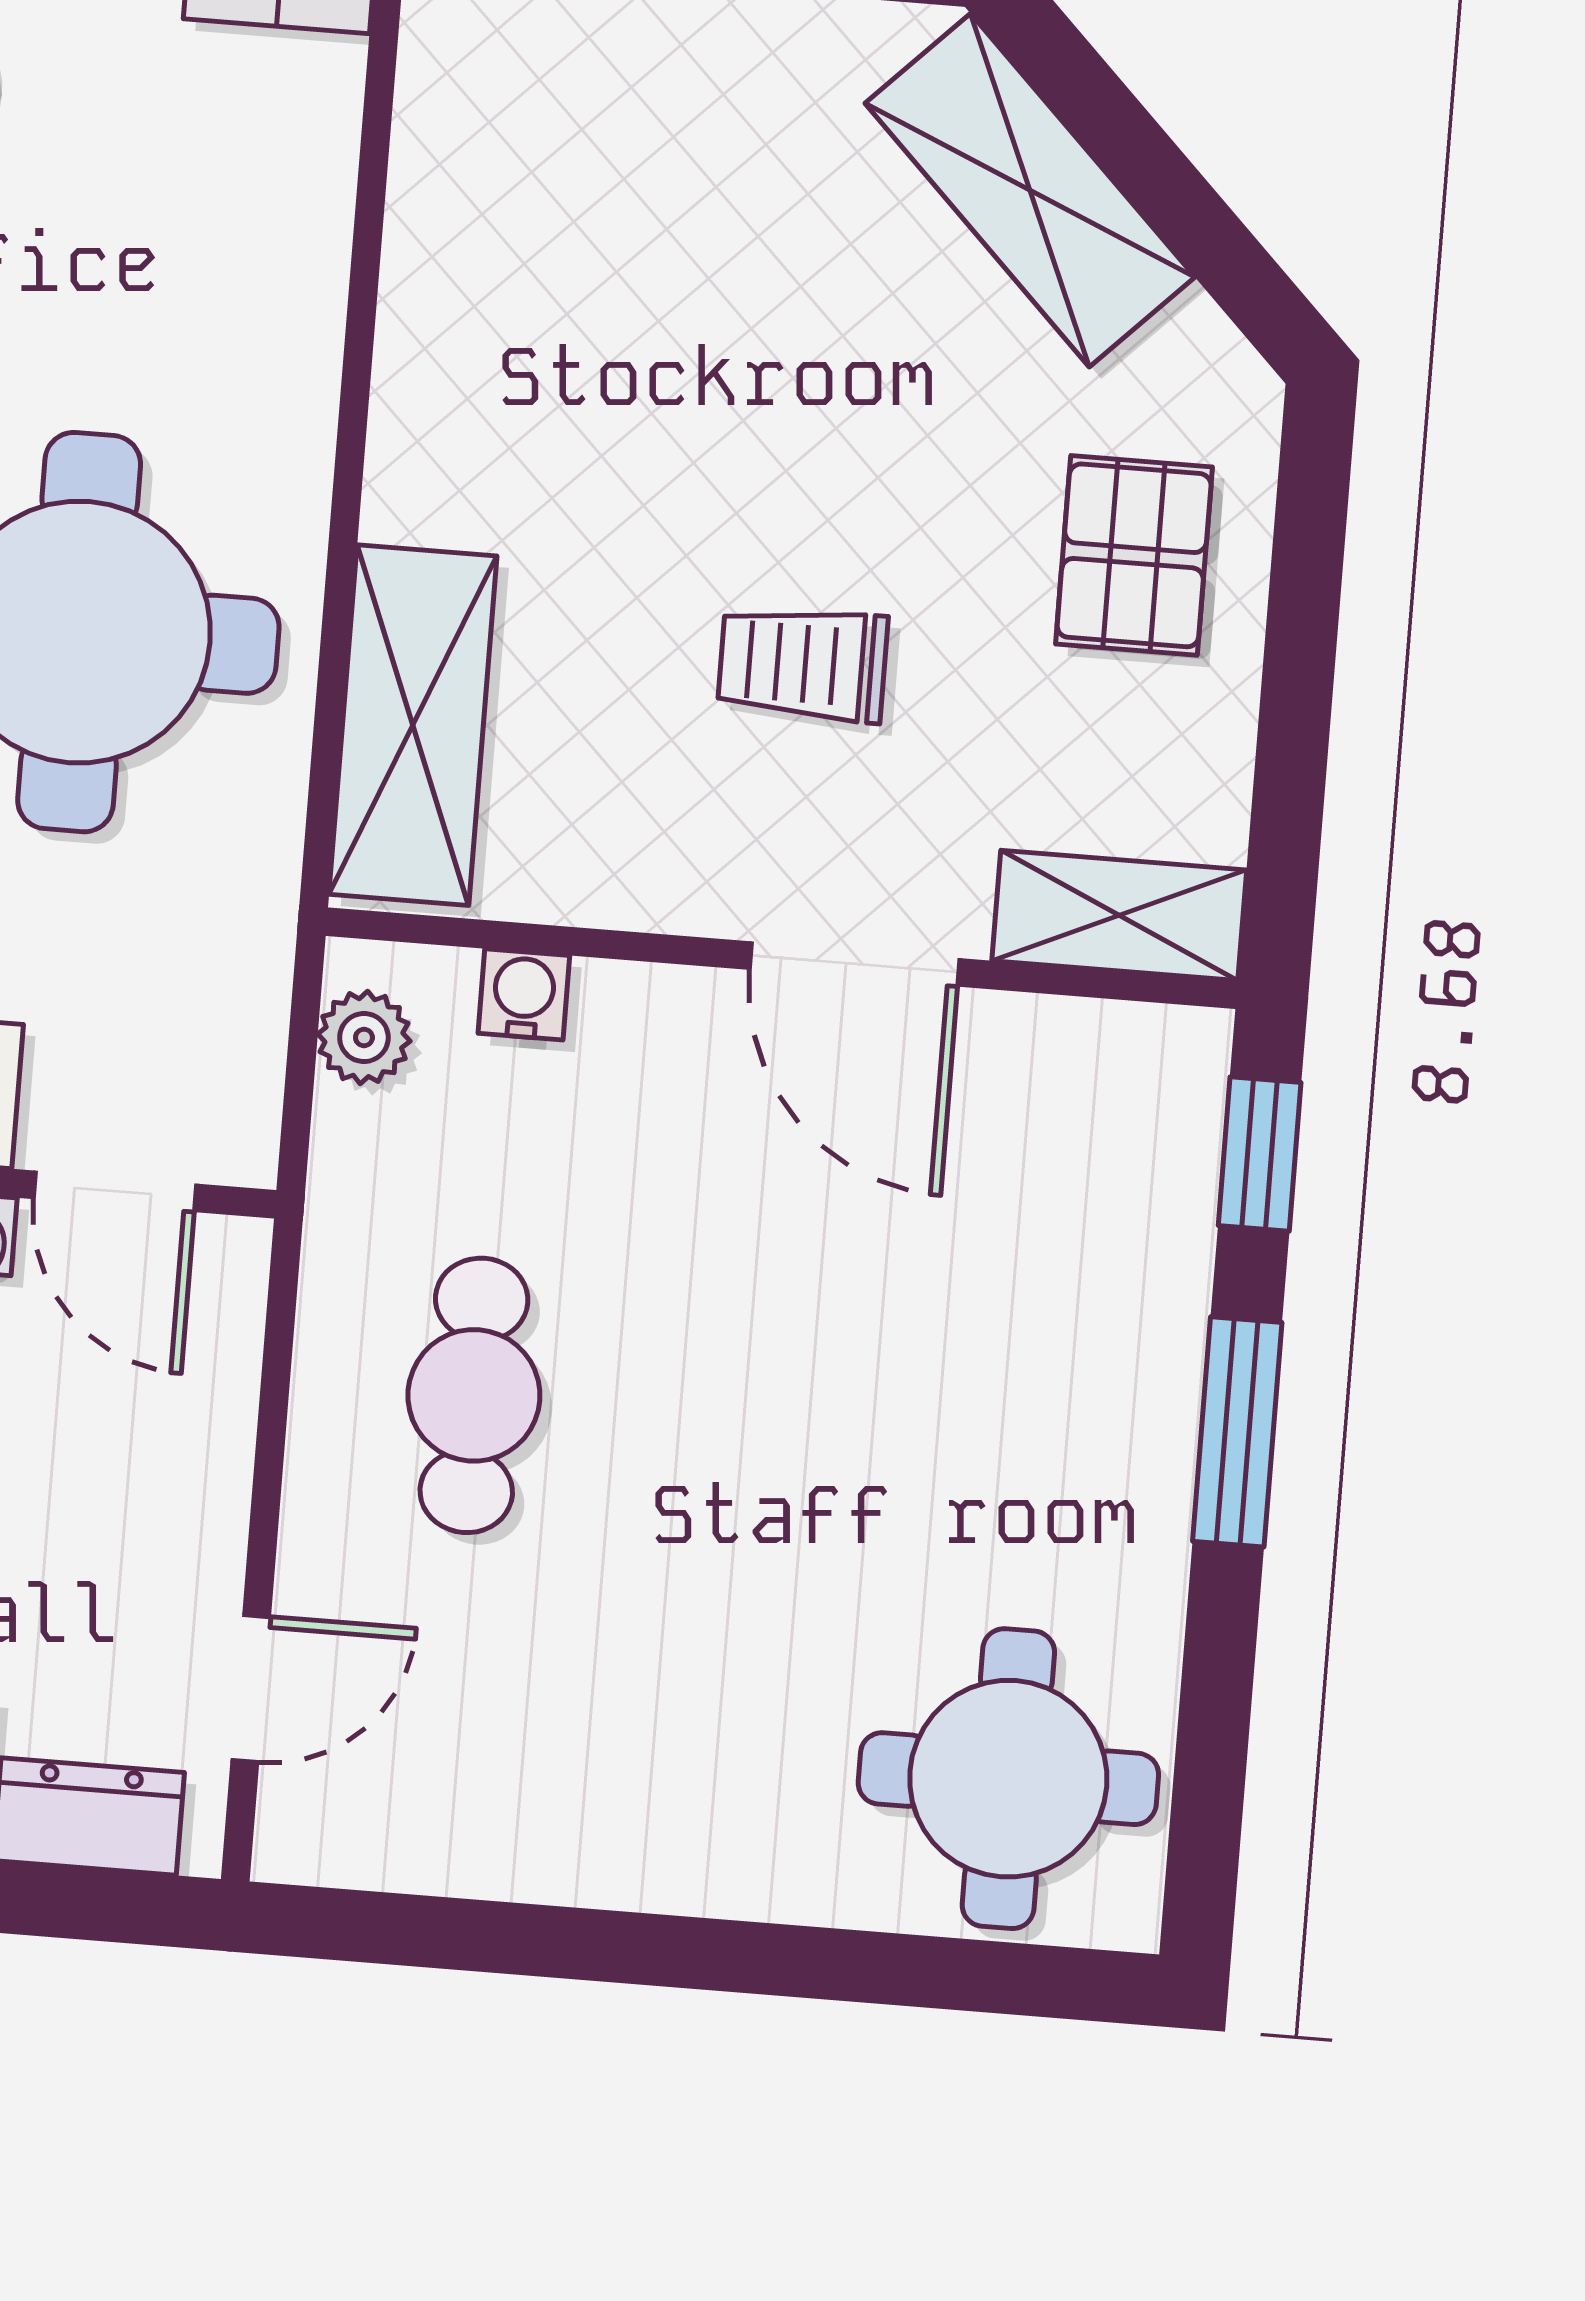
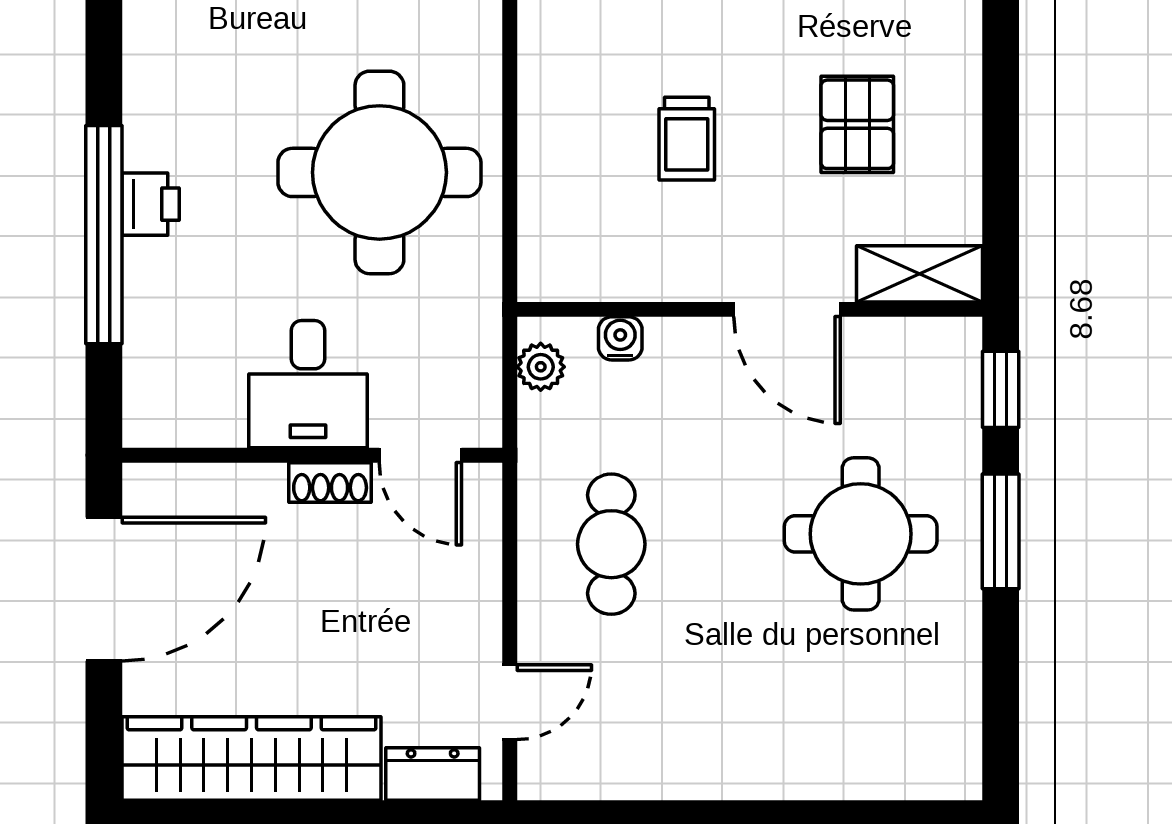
pallet: (1134, 555) -> (857, 124), moved
trolley: (803, 664) -> (687, 139), moved, turned -90
shelving: (413, 725) -> (553, 206), removed
round table: (1008, 1779) -> (861, 534), moved

